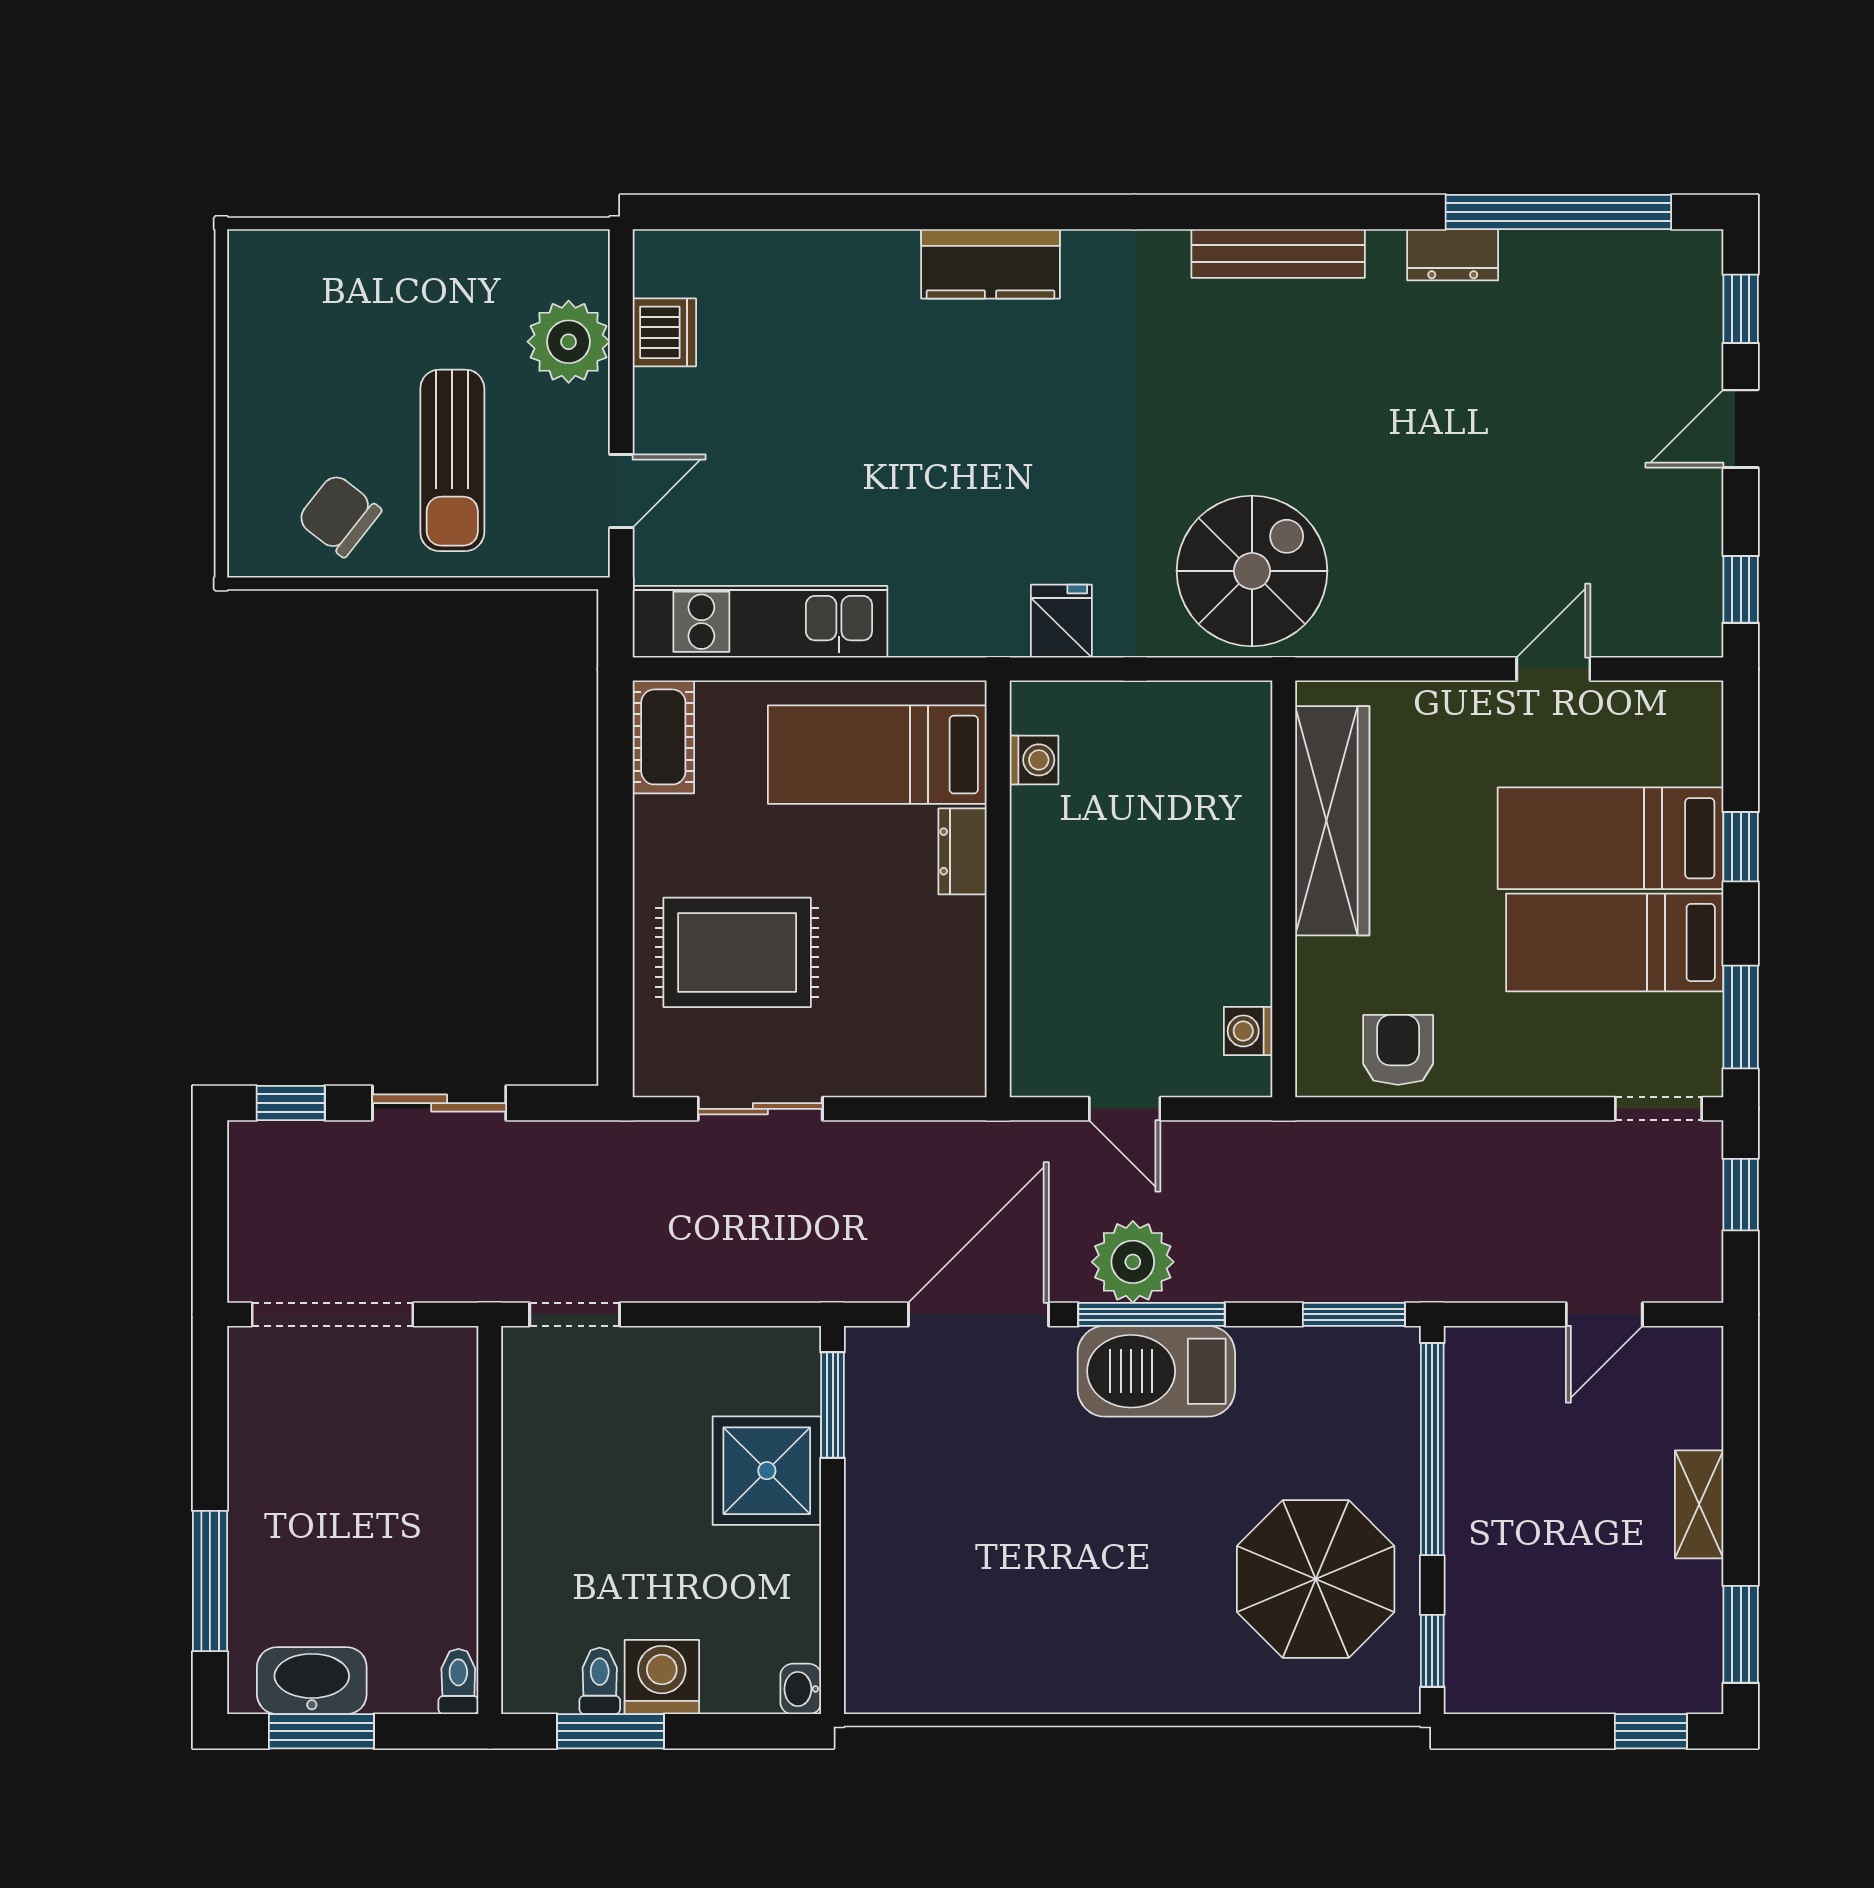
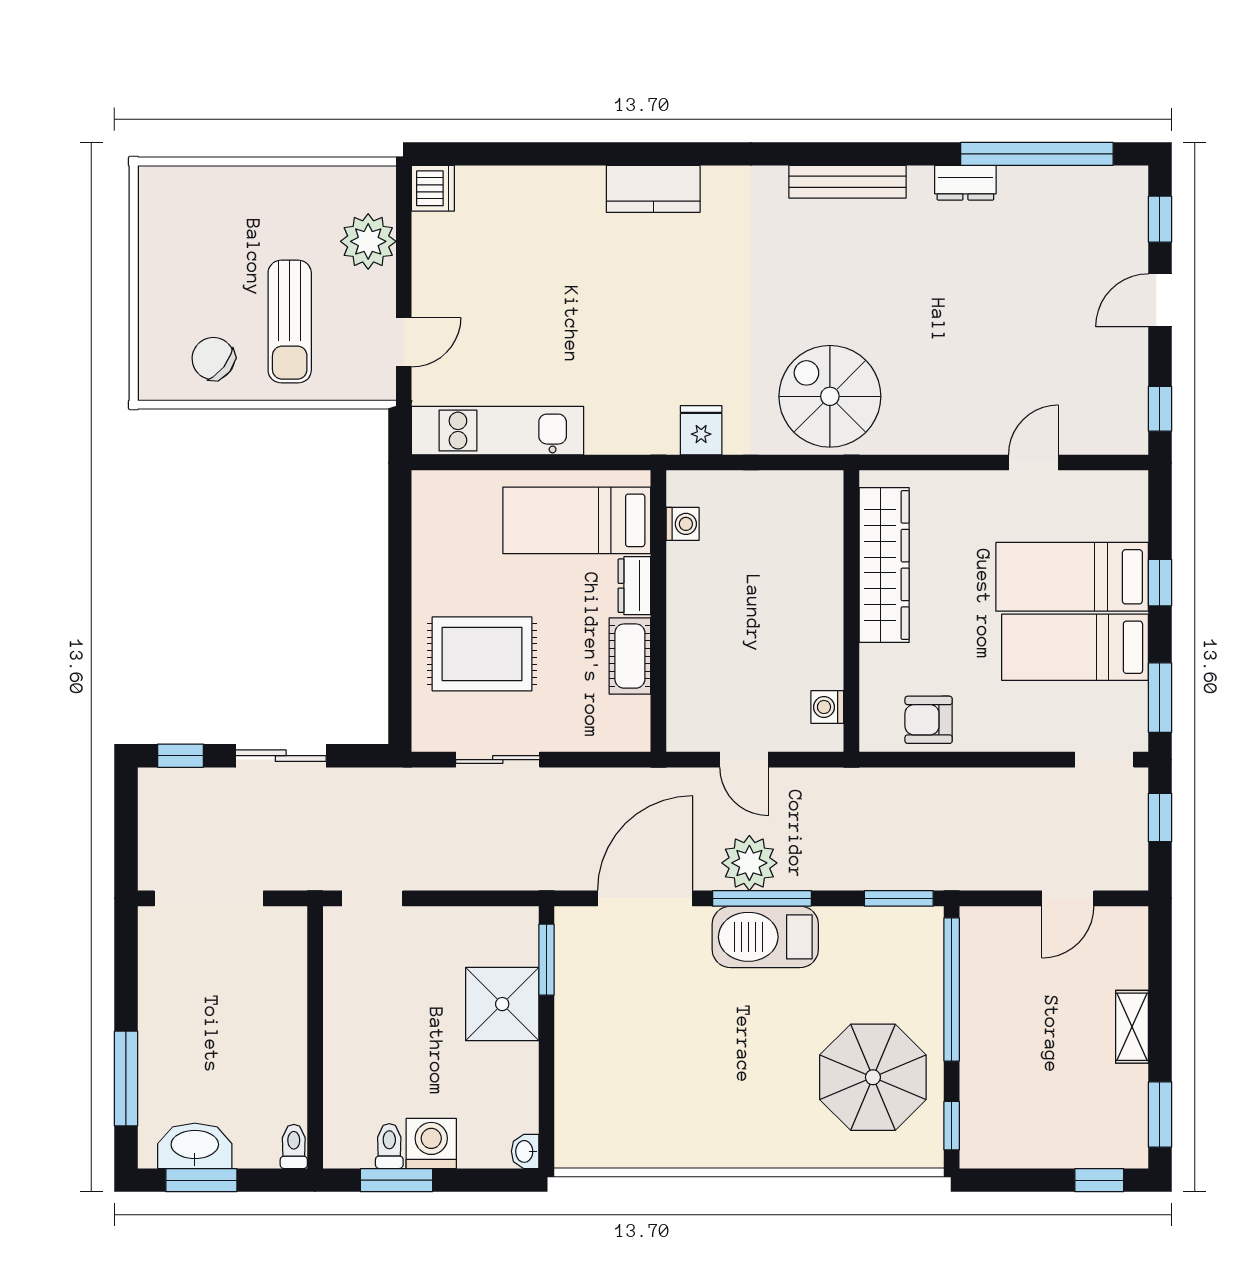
dishwasher: (664, 332) -> (433, 188), moved
spiral stairs: (1252, 571) -> (830, 396), turned -90
cot: (663, 737) -> (630, 656), moved
armchair: (1398, 1050) -> (929, 720), turned -90

